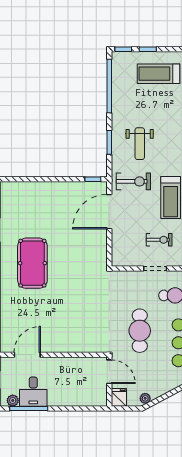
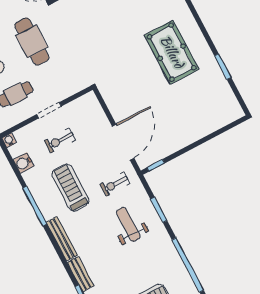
exercise bike: (133, 181) -> (115, 184), width x0.73, depth x0.72

